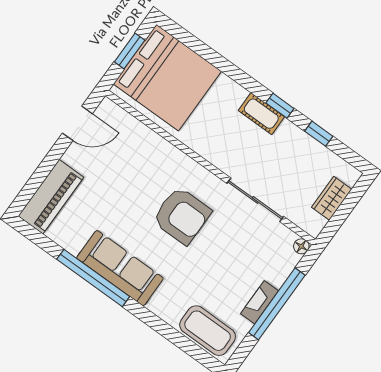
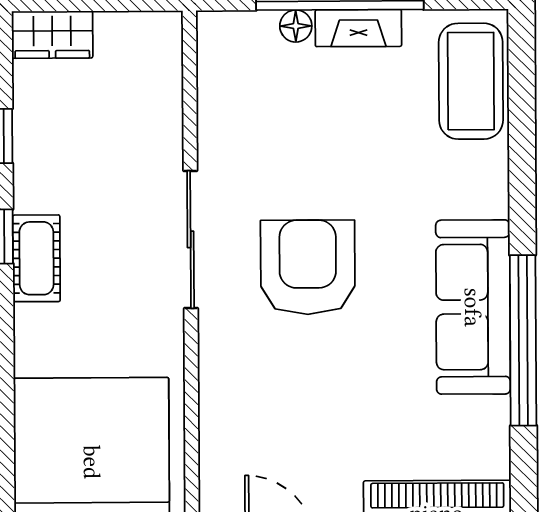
wardrobe: (332, 198) -> (52, 35), moved
sliding door: (255, 200) -> (191, 239), moved
floor lamp: (301, 246) -> (296, 26), moved

